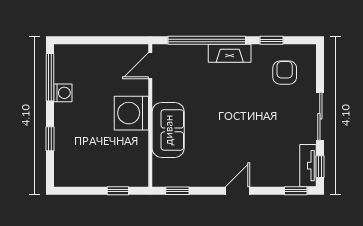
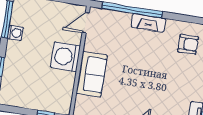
window: (271, 40) -> (182, 18), removed
armchair: (285, 73) -> (188, 44), turned 90

